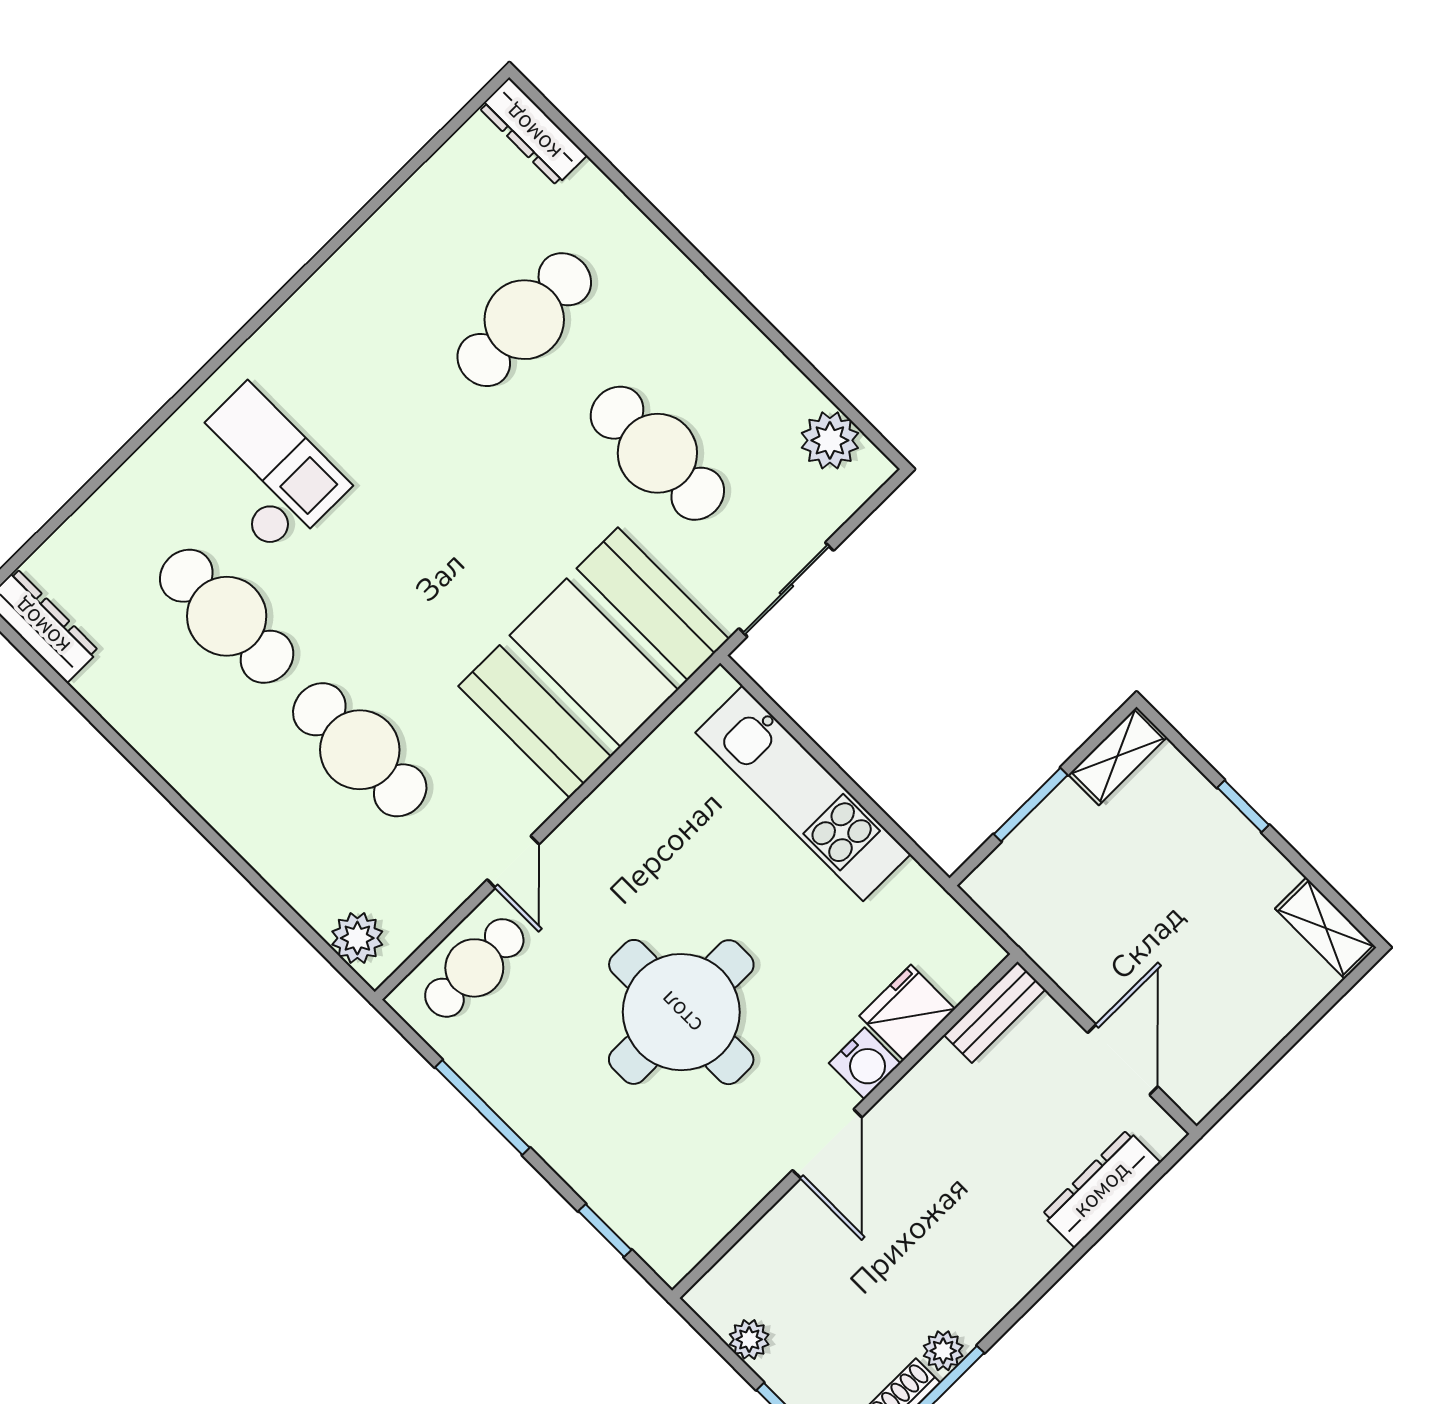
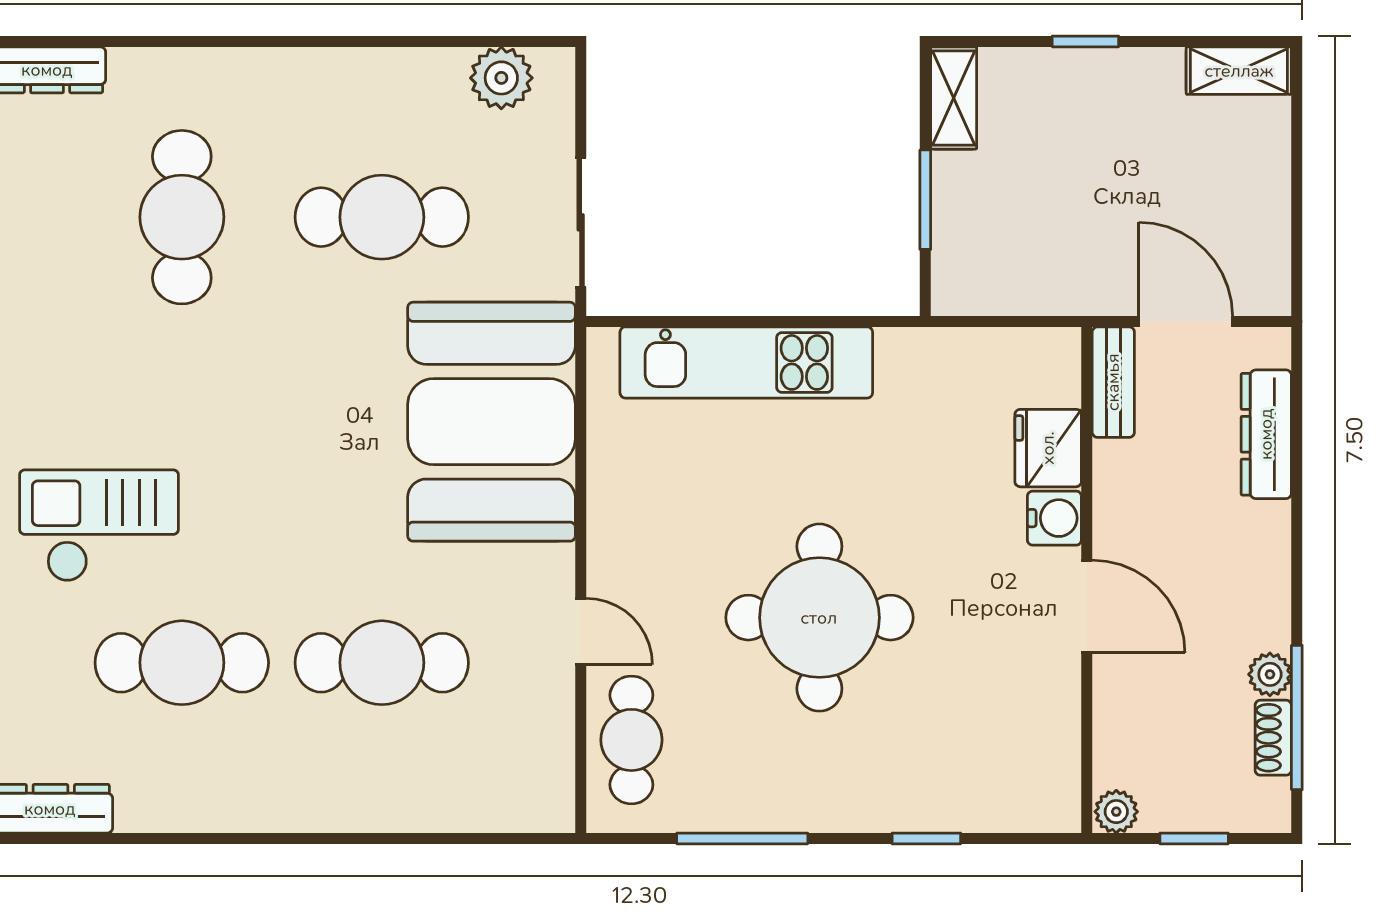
plant: (357, 938) -> (521, 805), removed
fridge: (907, 1012) -> (1048, 448), moved
bench: (995, 1012) -> (1113, 382), moved
water cooler: (865, 1063) -> (1054, 518), moved
wall: (845, 1126) -> (1087, 580), moved
door: (827, 1144) -> (1087, 607), moved

